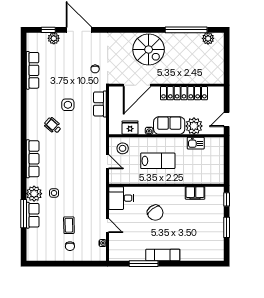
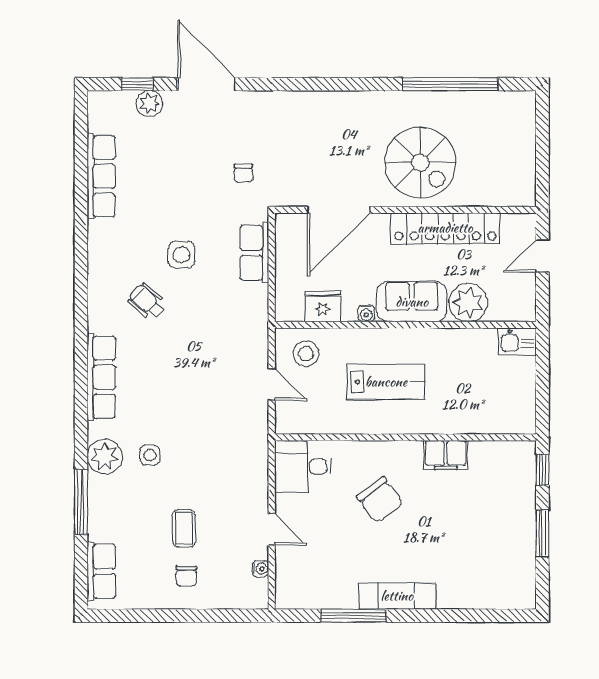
plant: (208, 38) -> (500, 104), removed
spiral stairs: (149, 50) -> (420, 163), moved
door: (227, 119) -> (542, 256), moved
kitchen sink: (196, 143) -> (517, 342), moved
filing cabinet: (195, 193) -> (446, 455), moved
row of seats: (33, 215) -> (101, 571), moved

